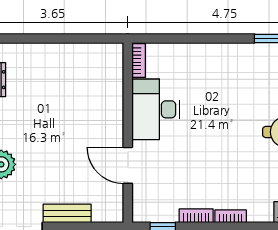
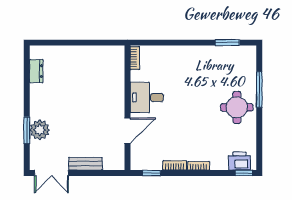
desk: (156, 109) -> (147, 97), width x0.73
door: (128, 165) -> (127, 131), swing flipped

